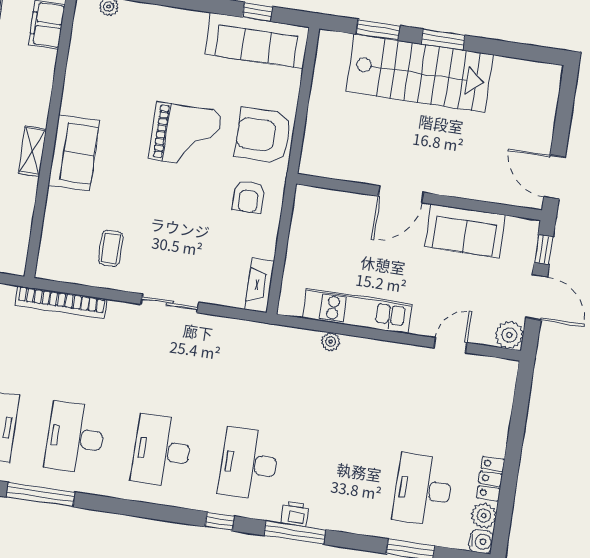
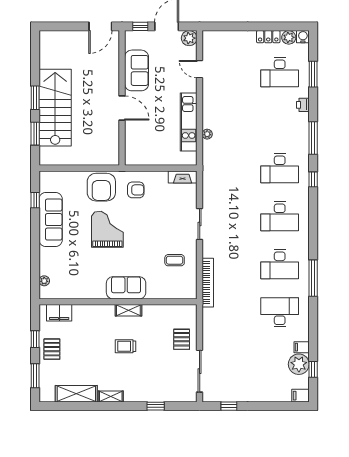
sofa: (257, 41) -> (51, 220), moved
printer: (295, 514) -> (303, 105), moved

